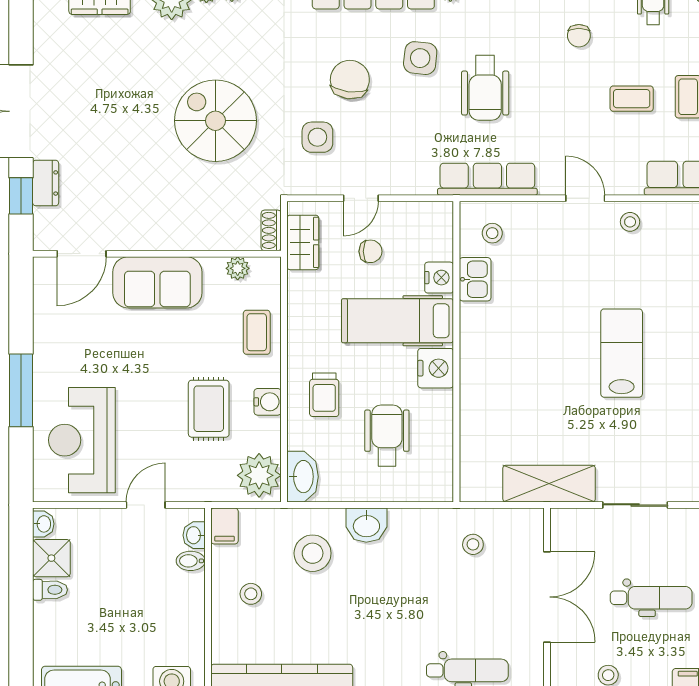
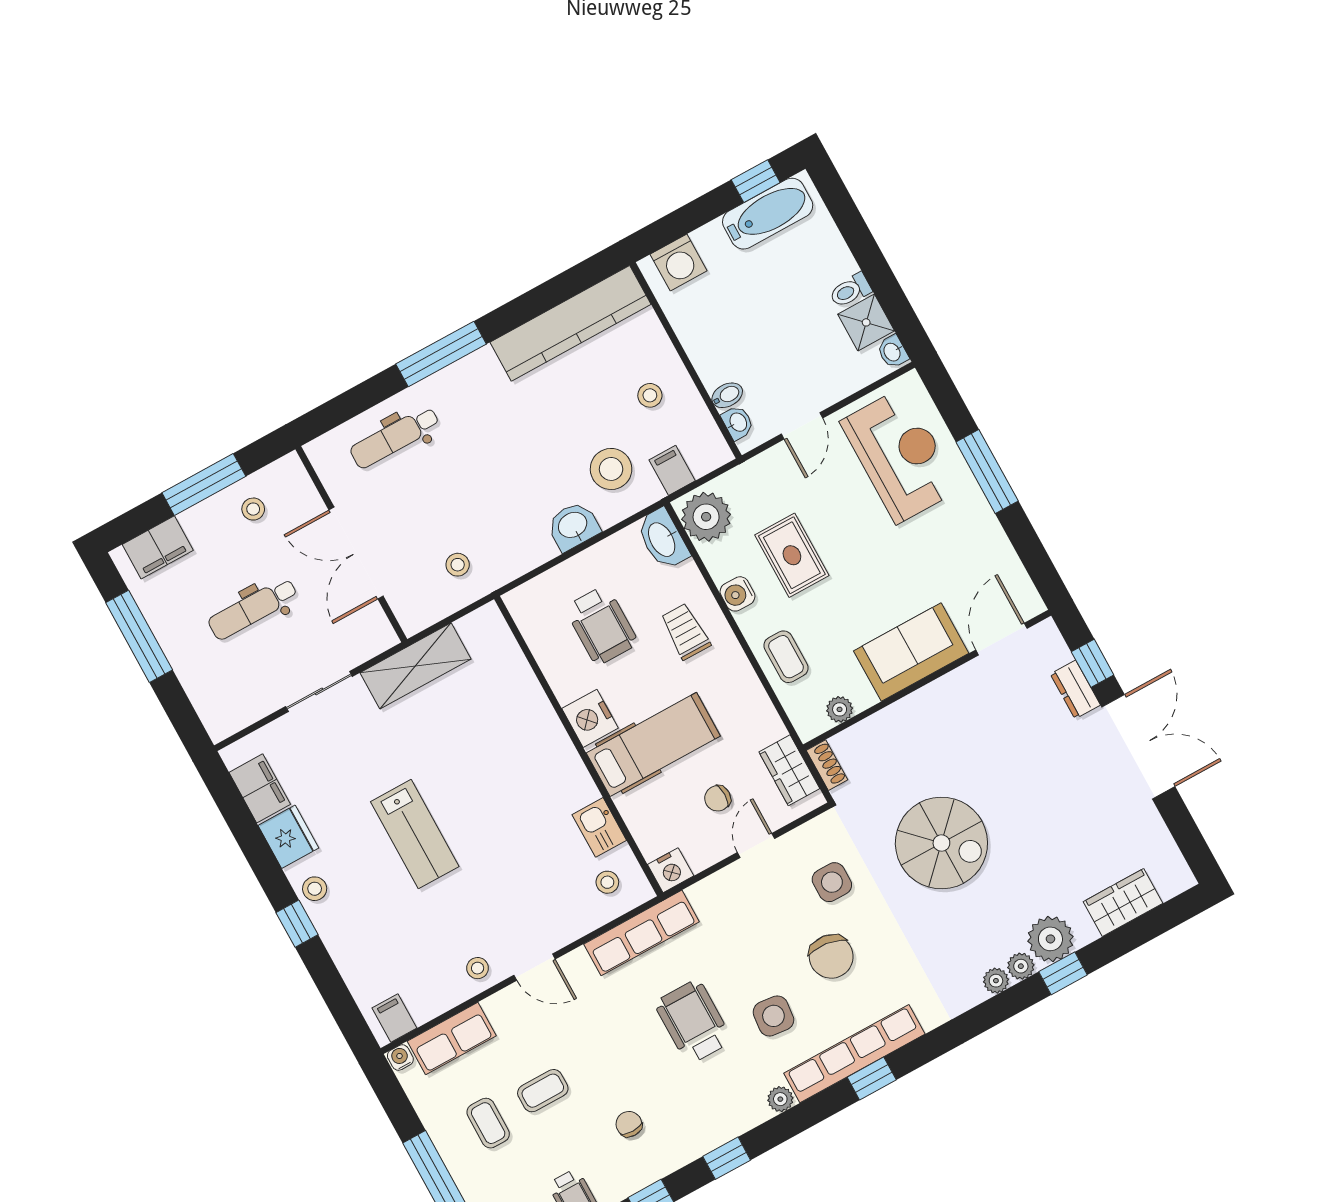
nightstand: (439, 278) -> (671, 870), moved, turned -90
filing cabinet: (224, 526) -> (672, 470), moved

